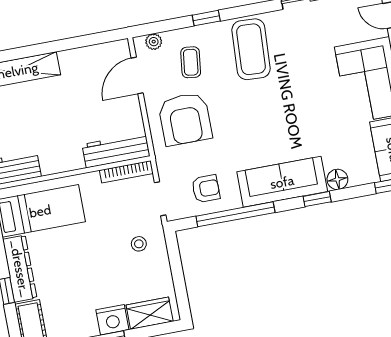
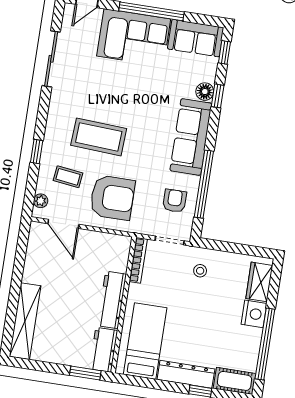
coffee table: (251, 49) -> (99, 137), moved
workbench: (116, 150) -> (112, 300), moved
window: (317, 199) -> (218, 96), moved

